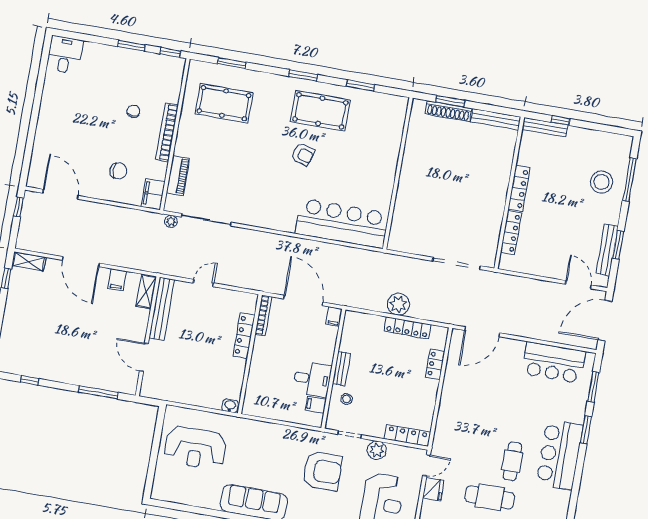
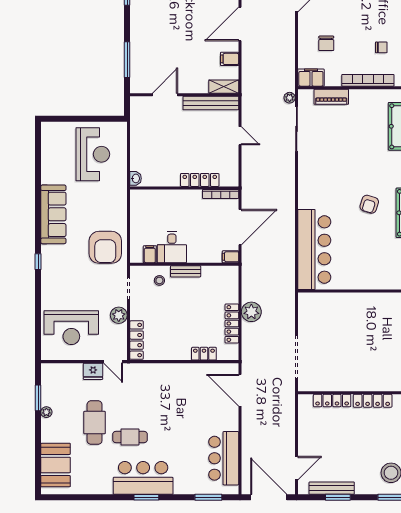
window: (586, 430) -> (146, 497), moved
reception desk: (195, 448) -> (93, 154), turned 180
armchair: (322, 471) -> (105, 247), moved

